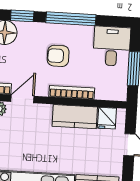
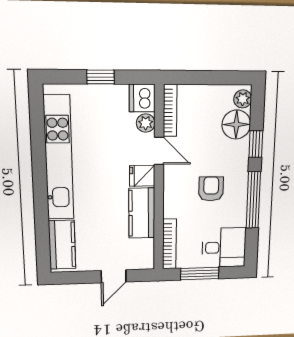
bookcase: (72, 92) -> (169, 244), moved
fridge: (107, 118) -> (142, 176), moved

